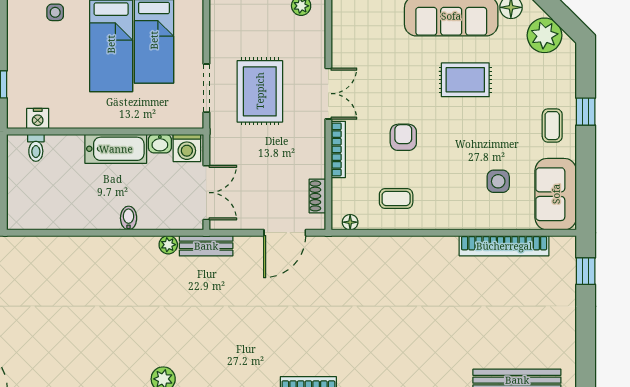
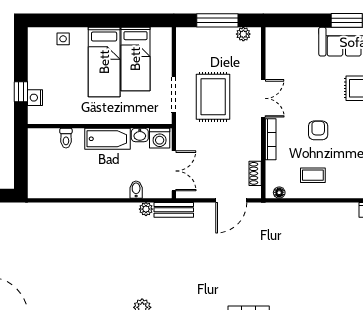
nightstand: (38, 119) -> (35, 98), moved, turned 90
toilet: (36, 148) -> (66, 138), moved
bidet: (129, 218) -> (136, 190), moved

